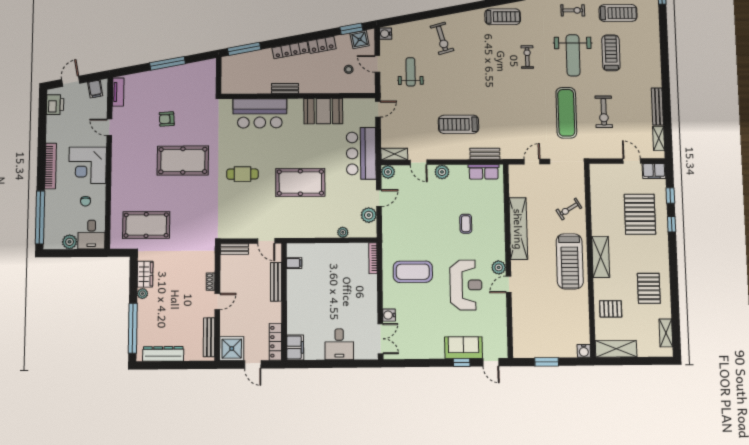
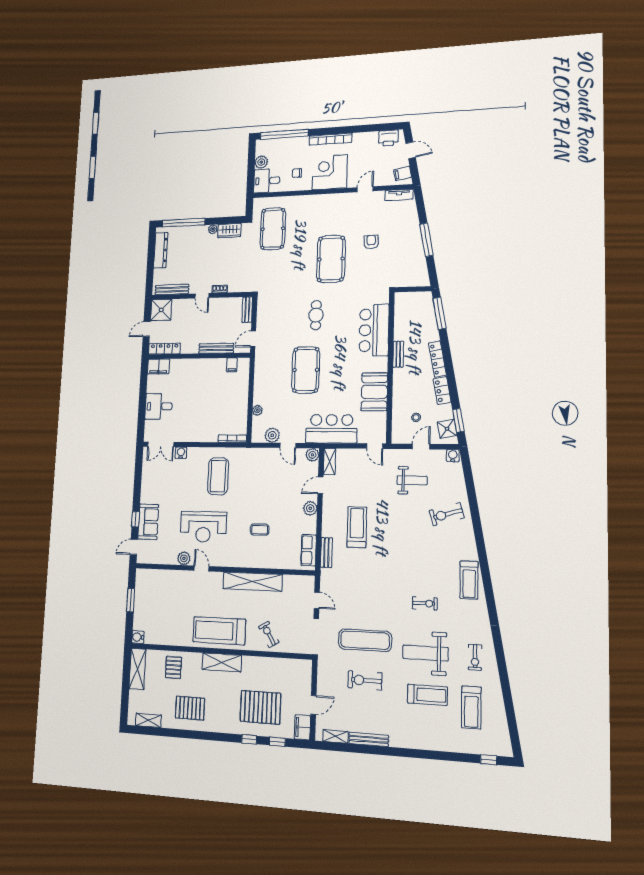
plant: (499, 267) -> (184, 558), moved

